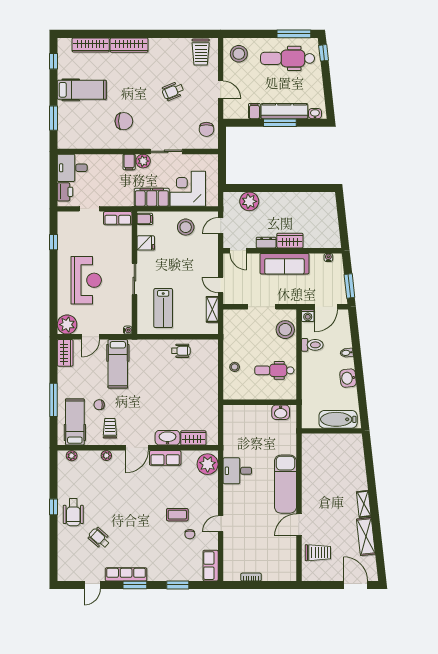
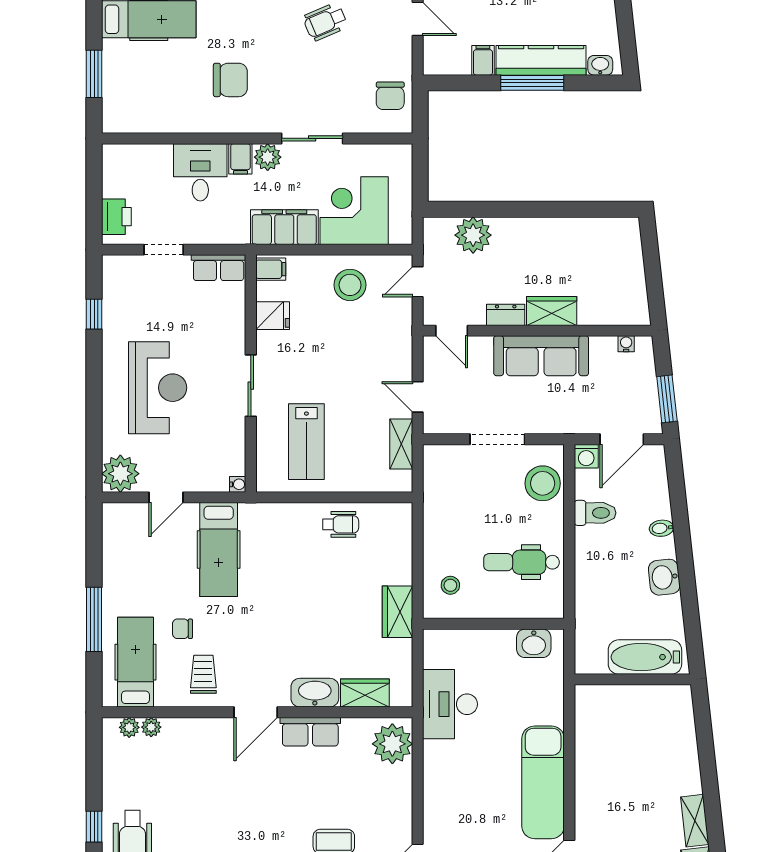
desk: (72, 168) -> (200, 172), moved, turned 90
wardrobe: (65, 353) -> (397, 612), moved, turned 180
stool: (235, 367) -> (450, 585), moved
plant: (106, 456) -> (151, 727), moved
desk: (237, 471) -> (450, 704), moved, width x1.37

